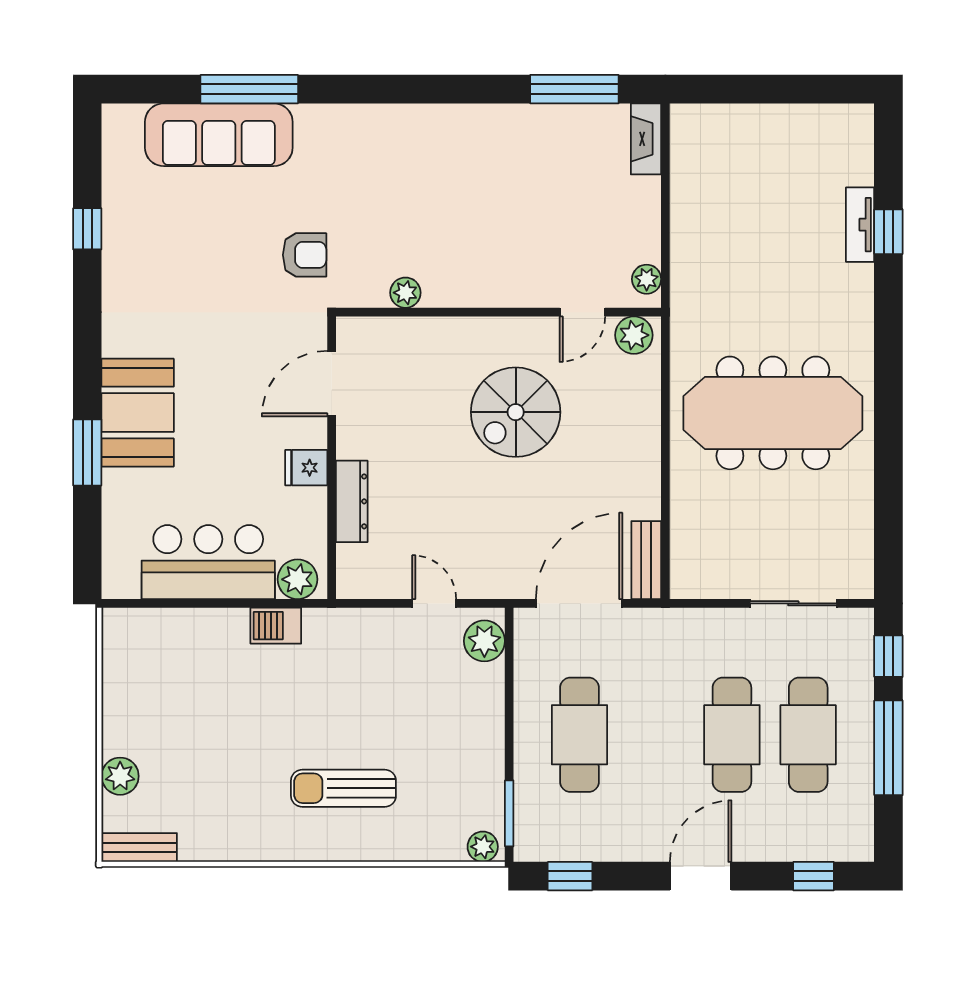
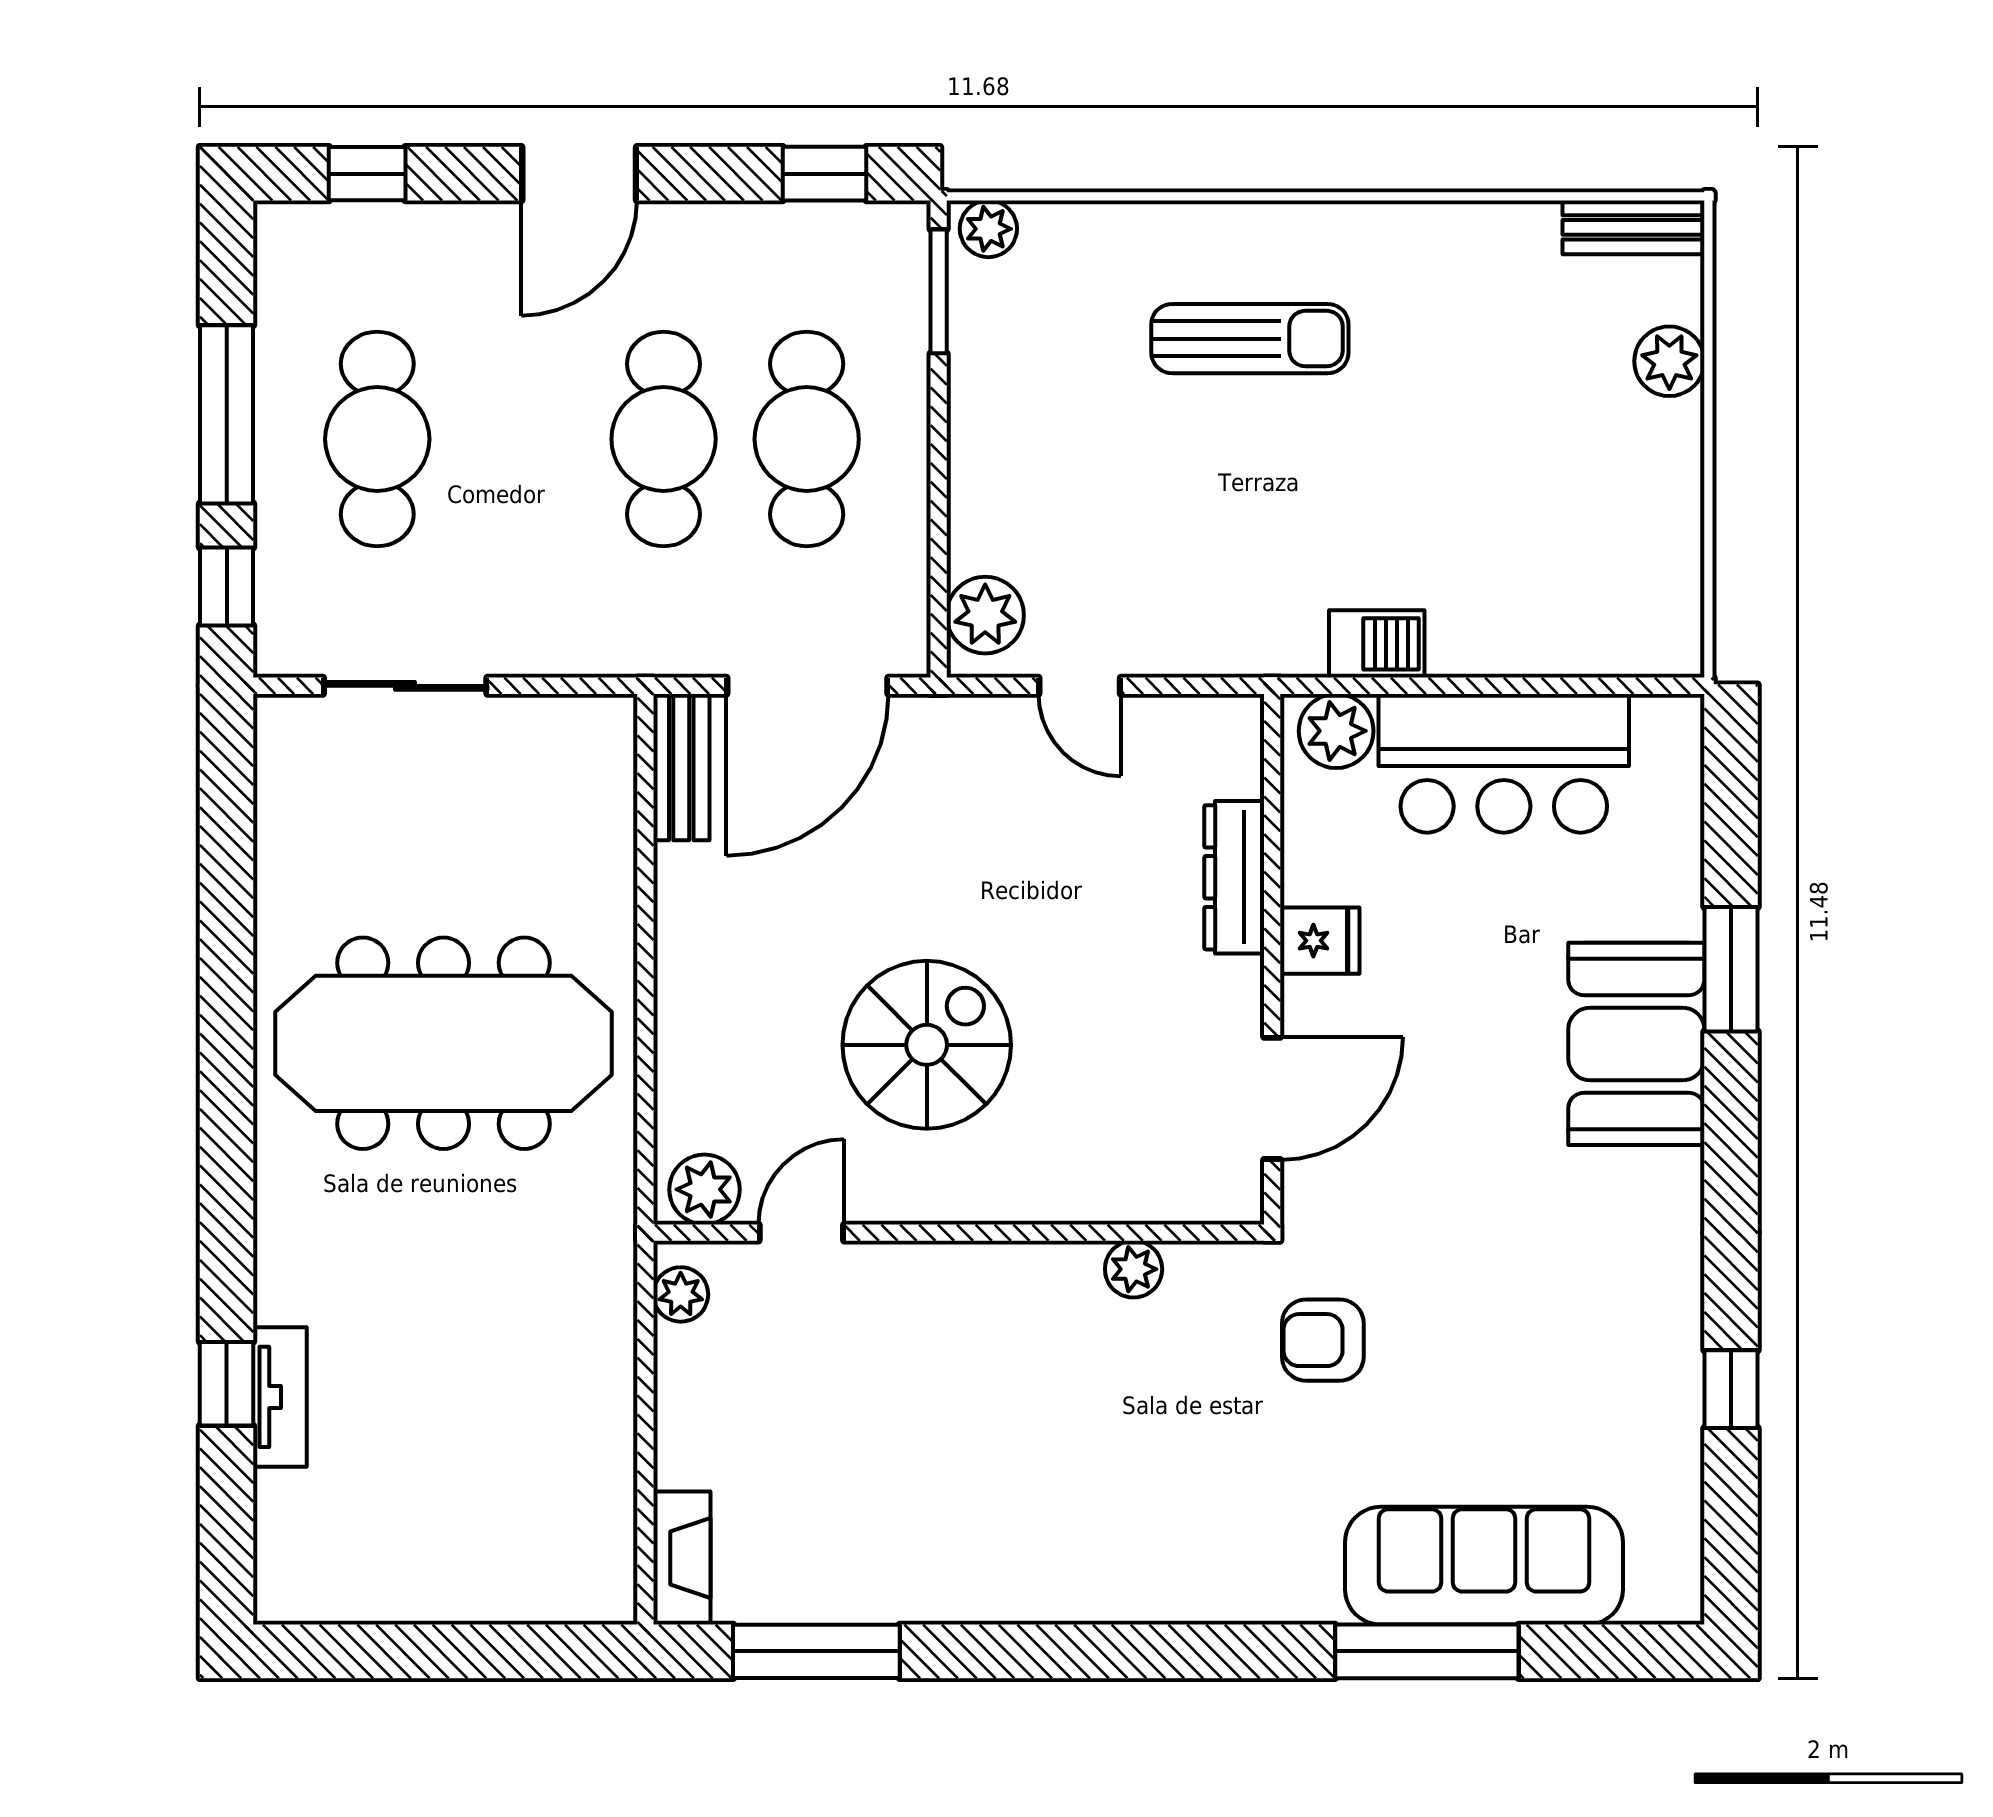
cafe table: (732, 735) -> (664, 439), moved

